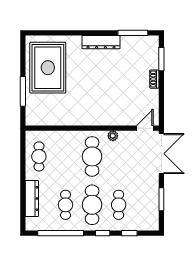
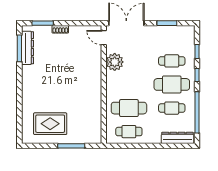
dresser: (101, 42) -> (27, 48), moved
rug: (48, 68) -> (50, 124), width x0.73, depth x0.69
plant: (113, 136) -> (115, 62), width x1.87, depth x1.87
cafe table: (92, 156) -> (129, 108), moved
dresser: (32, 198) -> (177, 138), moved

